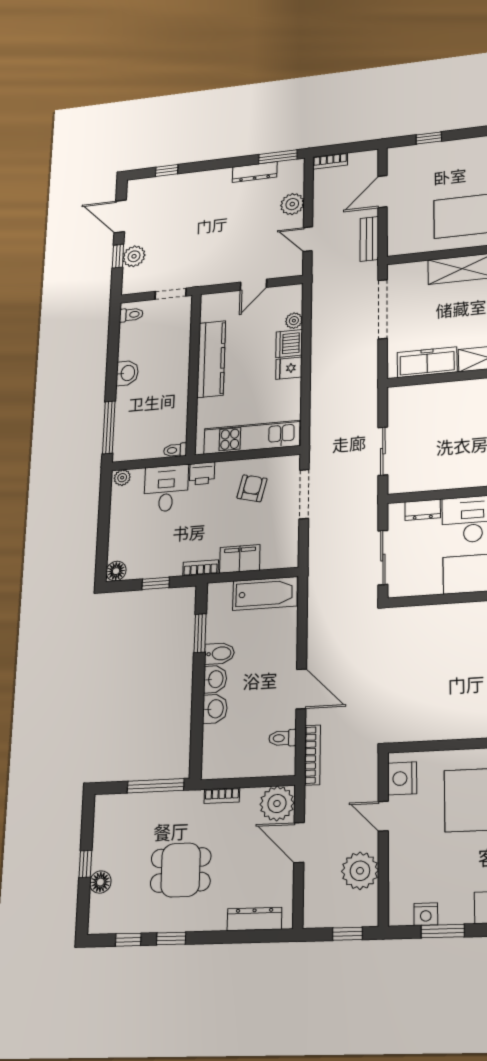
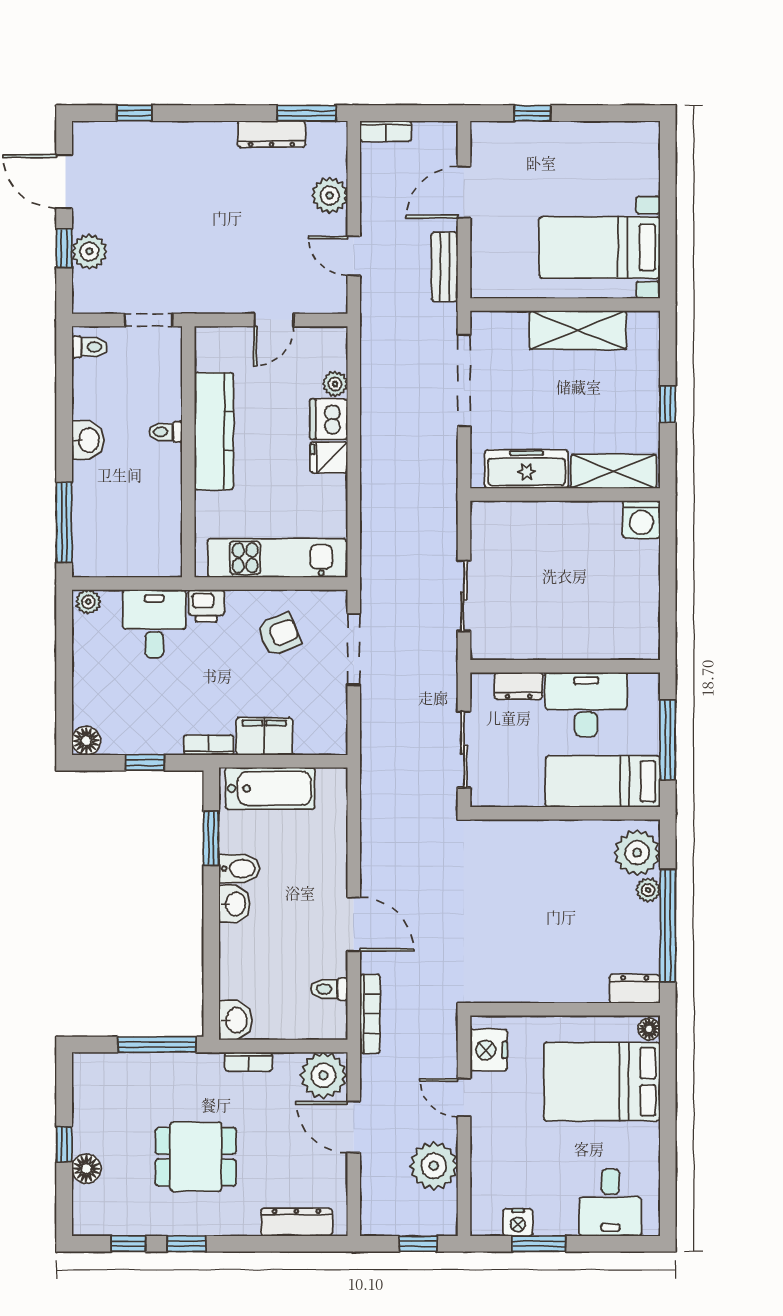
toilet: (175, 450) -> (165, 432), moved
armchair: (252, 488) -> (279, 634), turned 54
bathtub: (265, 593) -> (270, 788), moved
washbasin: (215, 709) -> (236, 1020), moved

